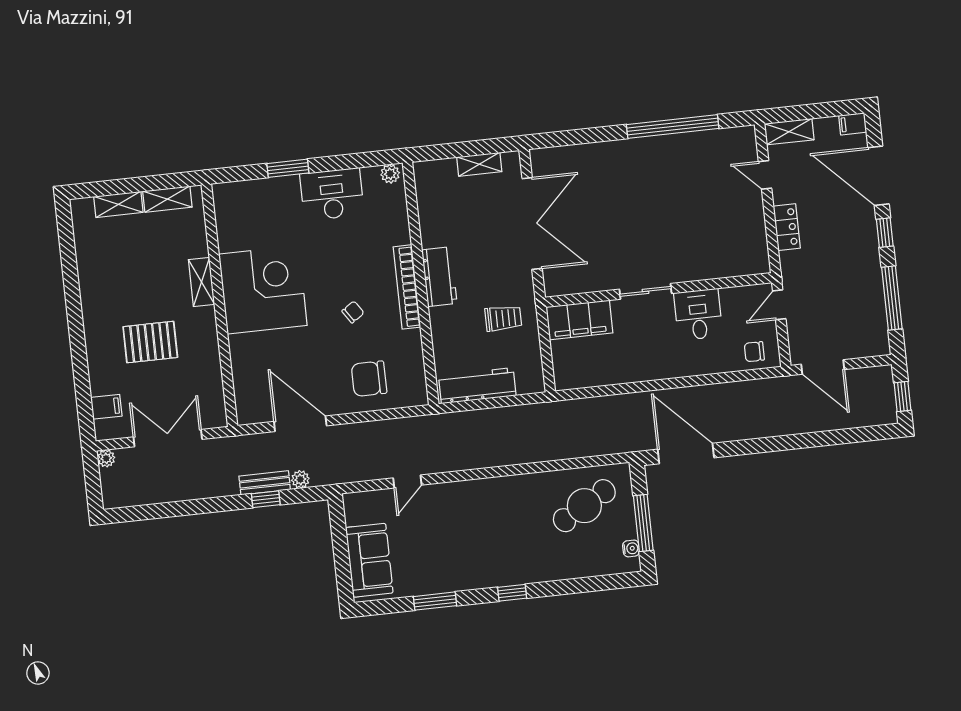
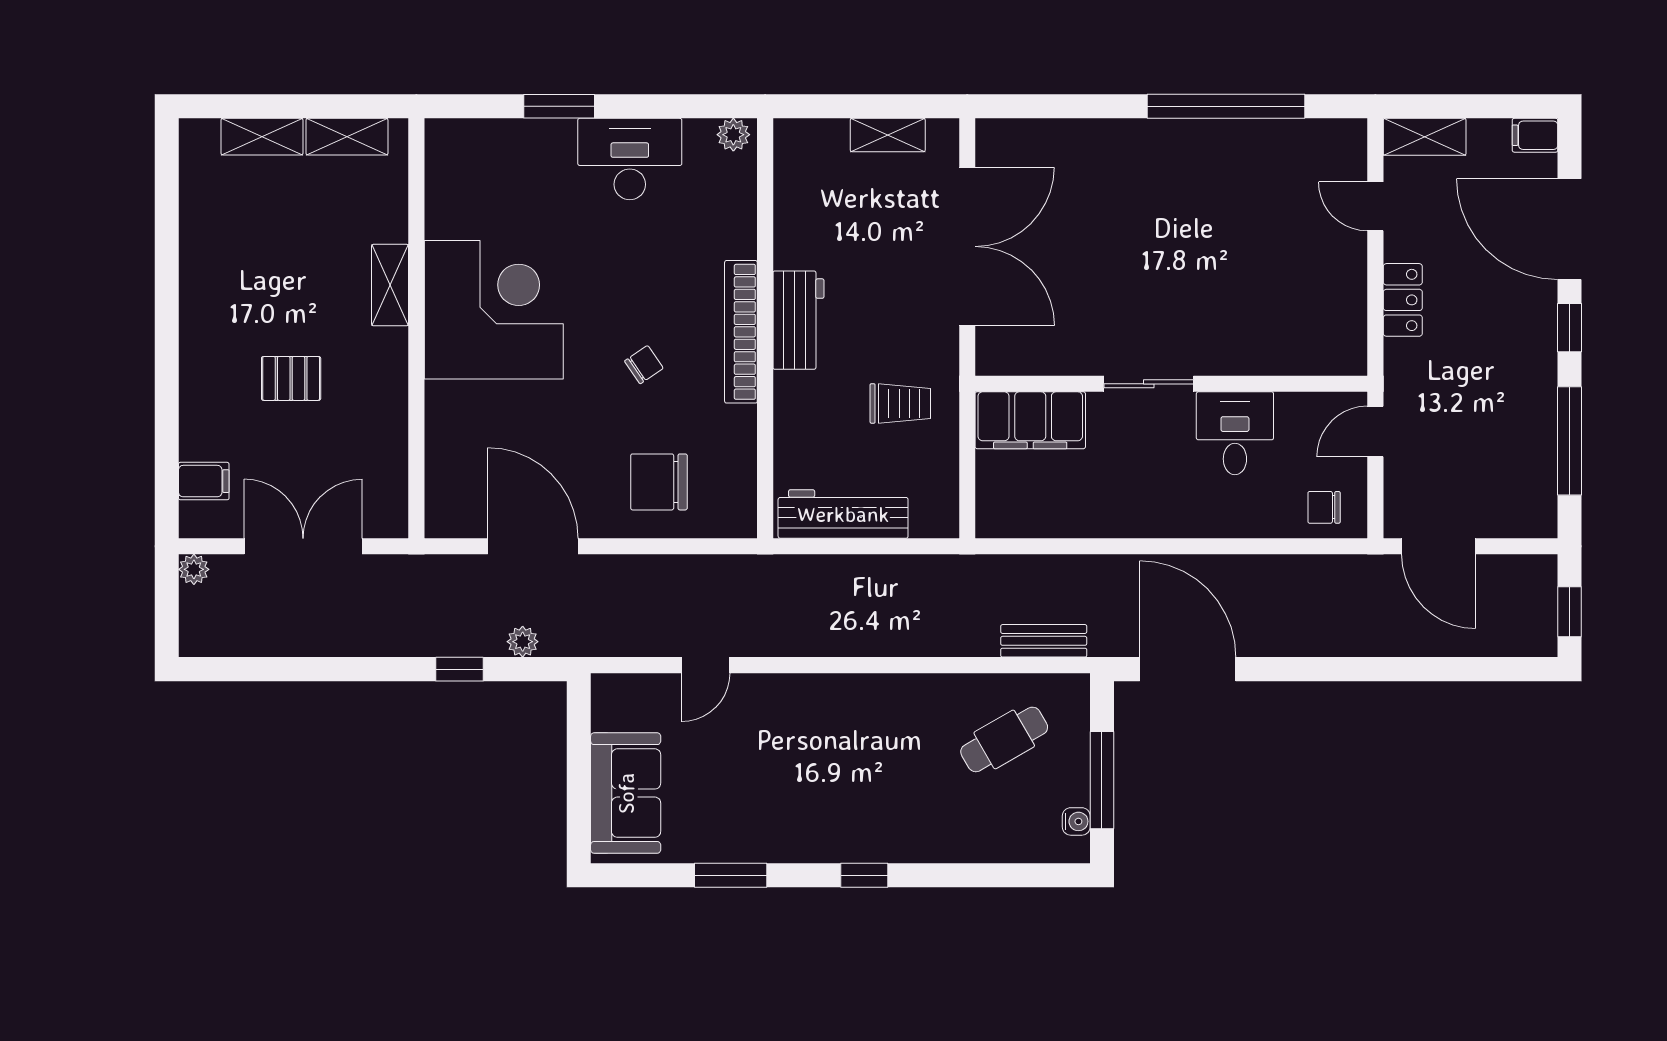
pallet: (150, 342) -> (291, 378), width x0.67, depth x0.71
bench: (265, 483) -> (1044, 641), moved
cafe table: (584, 506) -> (1004, 739), width x0.73, depth x0.74

